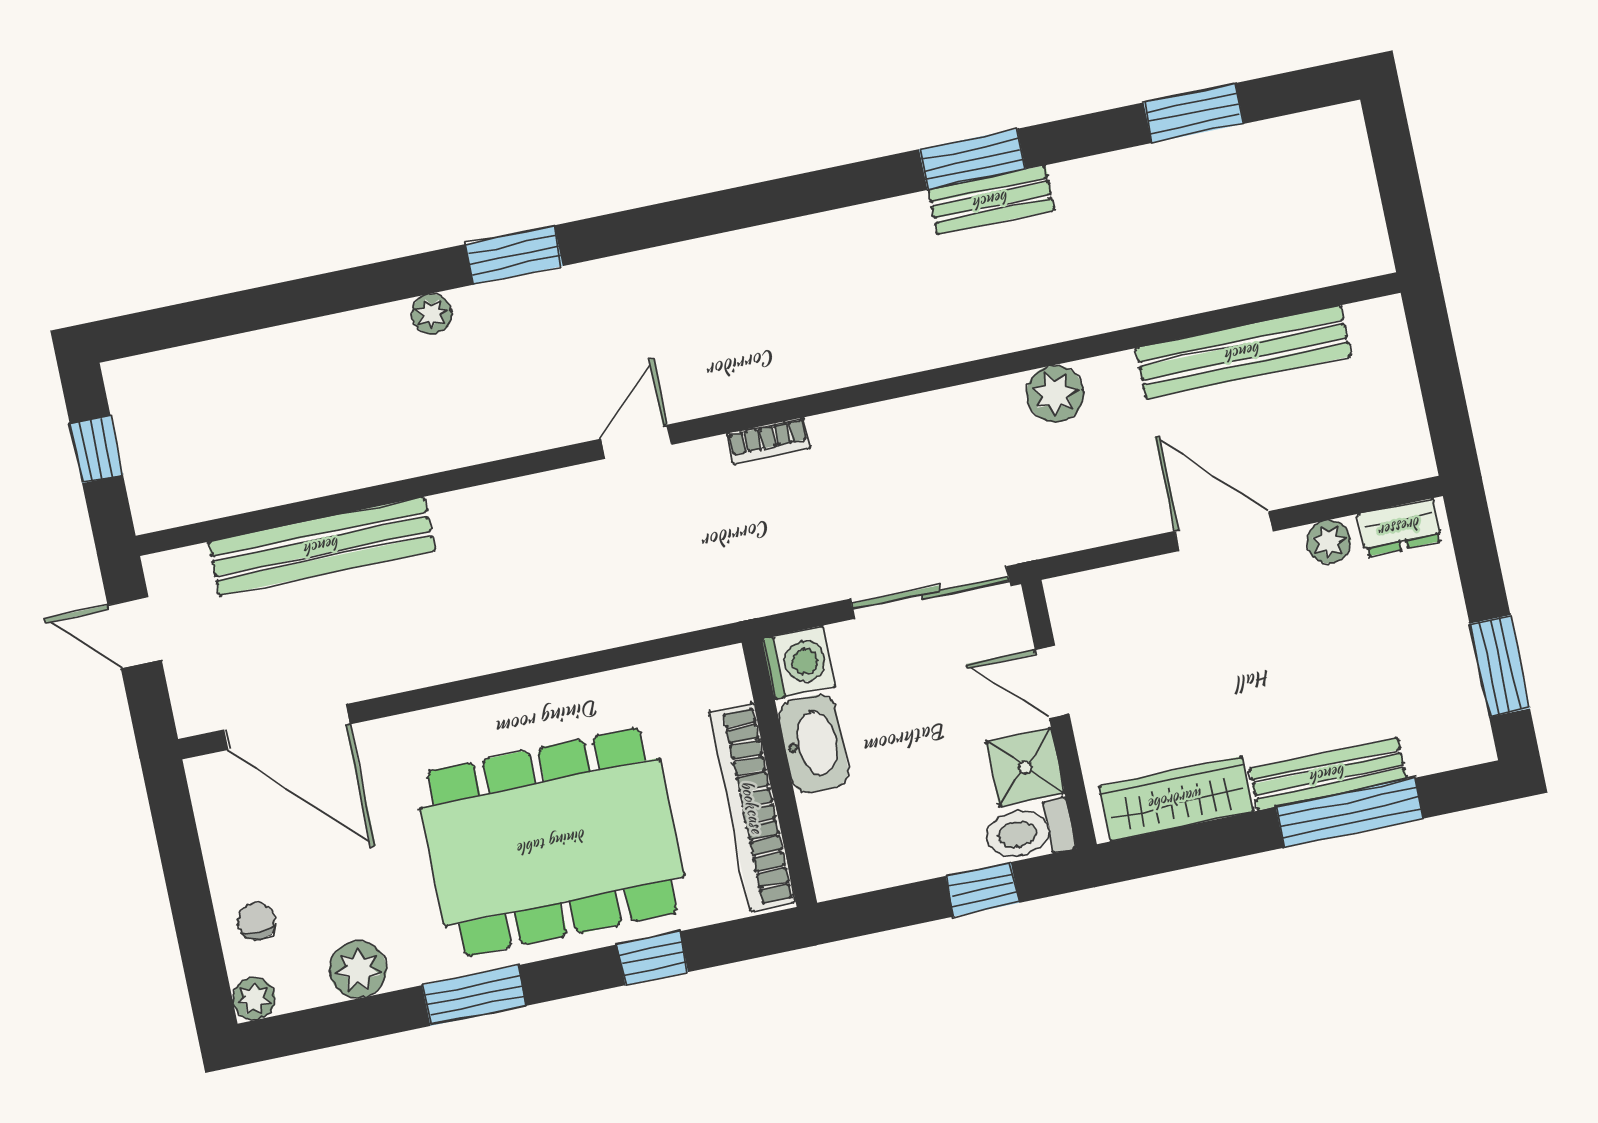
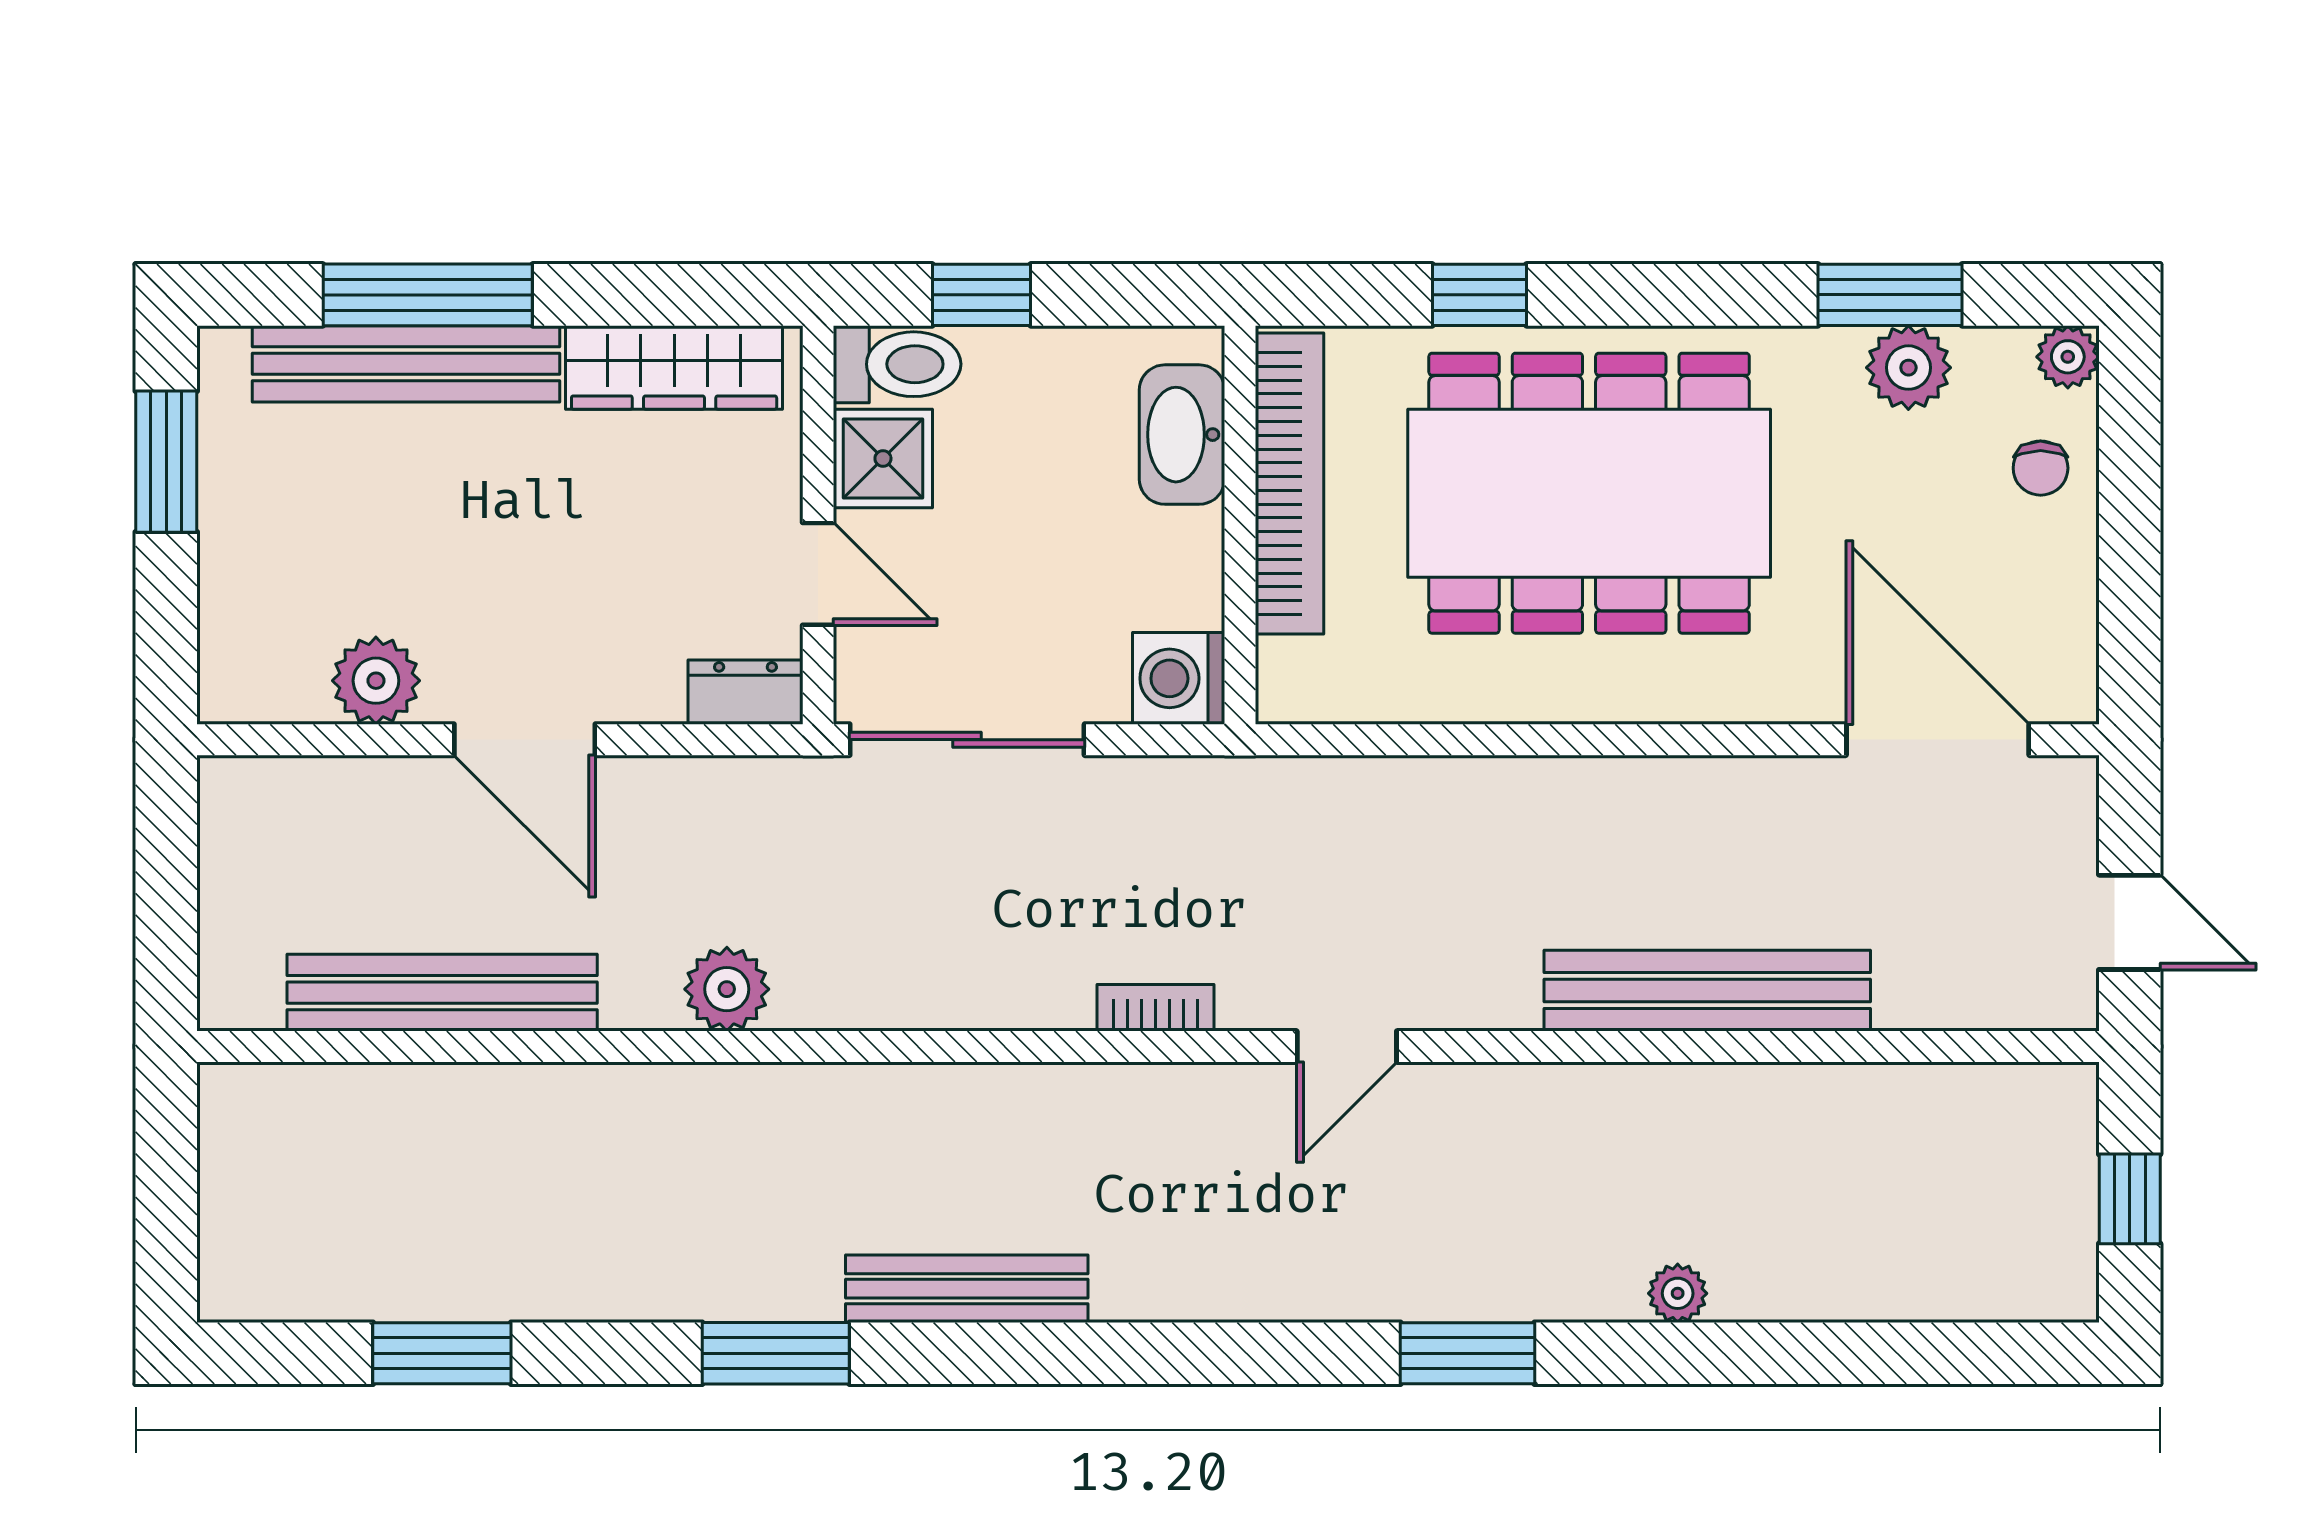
bench: (991, 200) -> (967, 1289), moved, width x1.36
plant: (432, 314) -> (1678, 1293), moved
dresser: (1400, 527) -> (745, 692), moved
plant: (1329, 542) -> (376, 681), width x1.38, depth x1.38
bench: (322, 546) -> (1707, 991), moved
washbasin: (813, 744) -> (1182, 435), moved
bench: (1328, 774) -> (406, 364), width x1.37, depth x1.21
window: (474, 996) -> (1890, 295), moved

